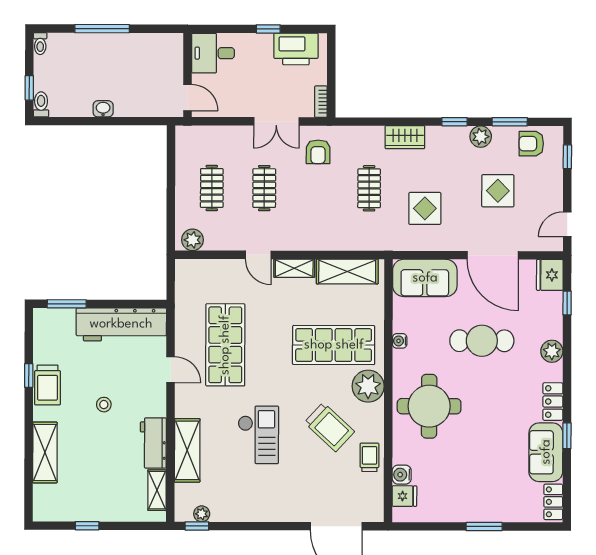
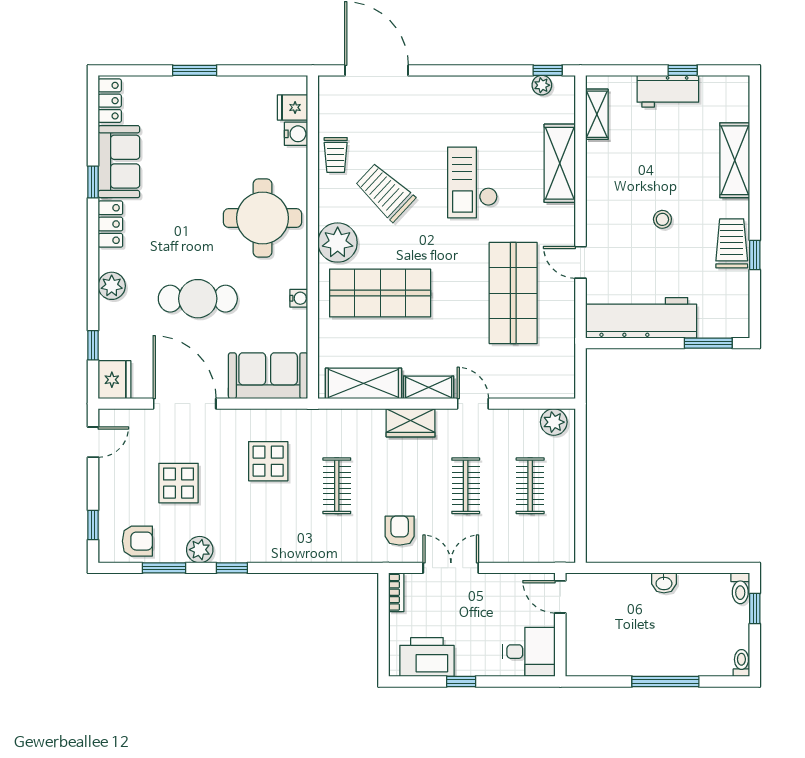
wardrobe: (405, 137) -> (411, 423), moved, turned 180
workbench: (153, 443) -> (668, 91), moved, turned 90

